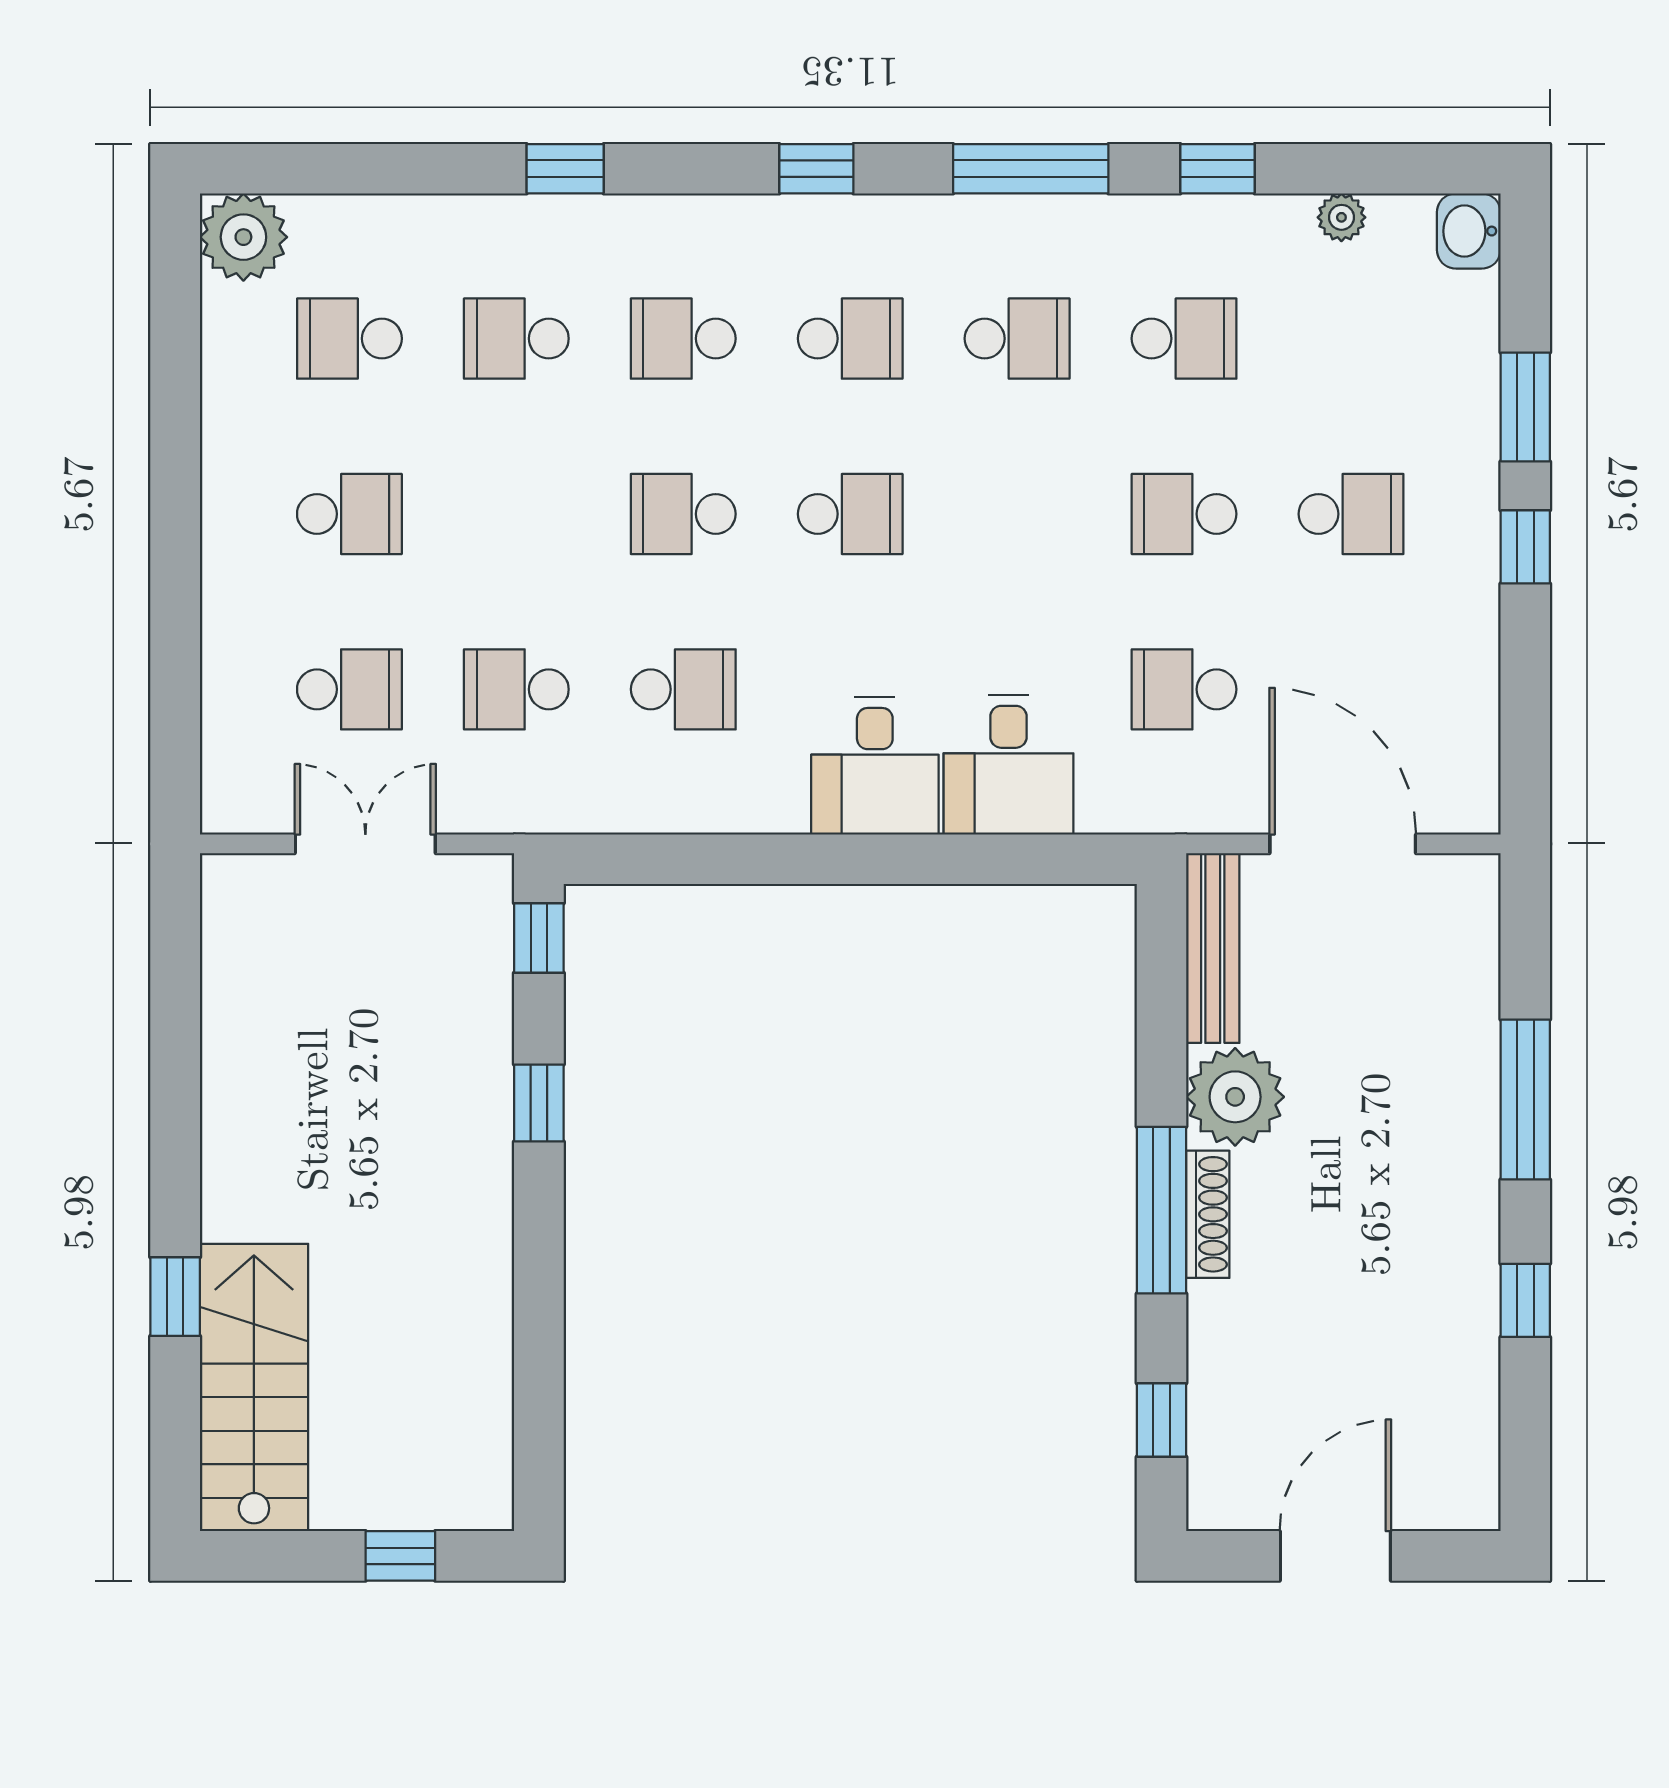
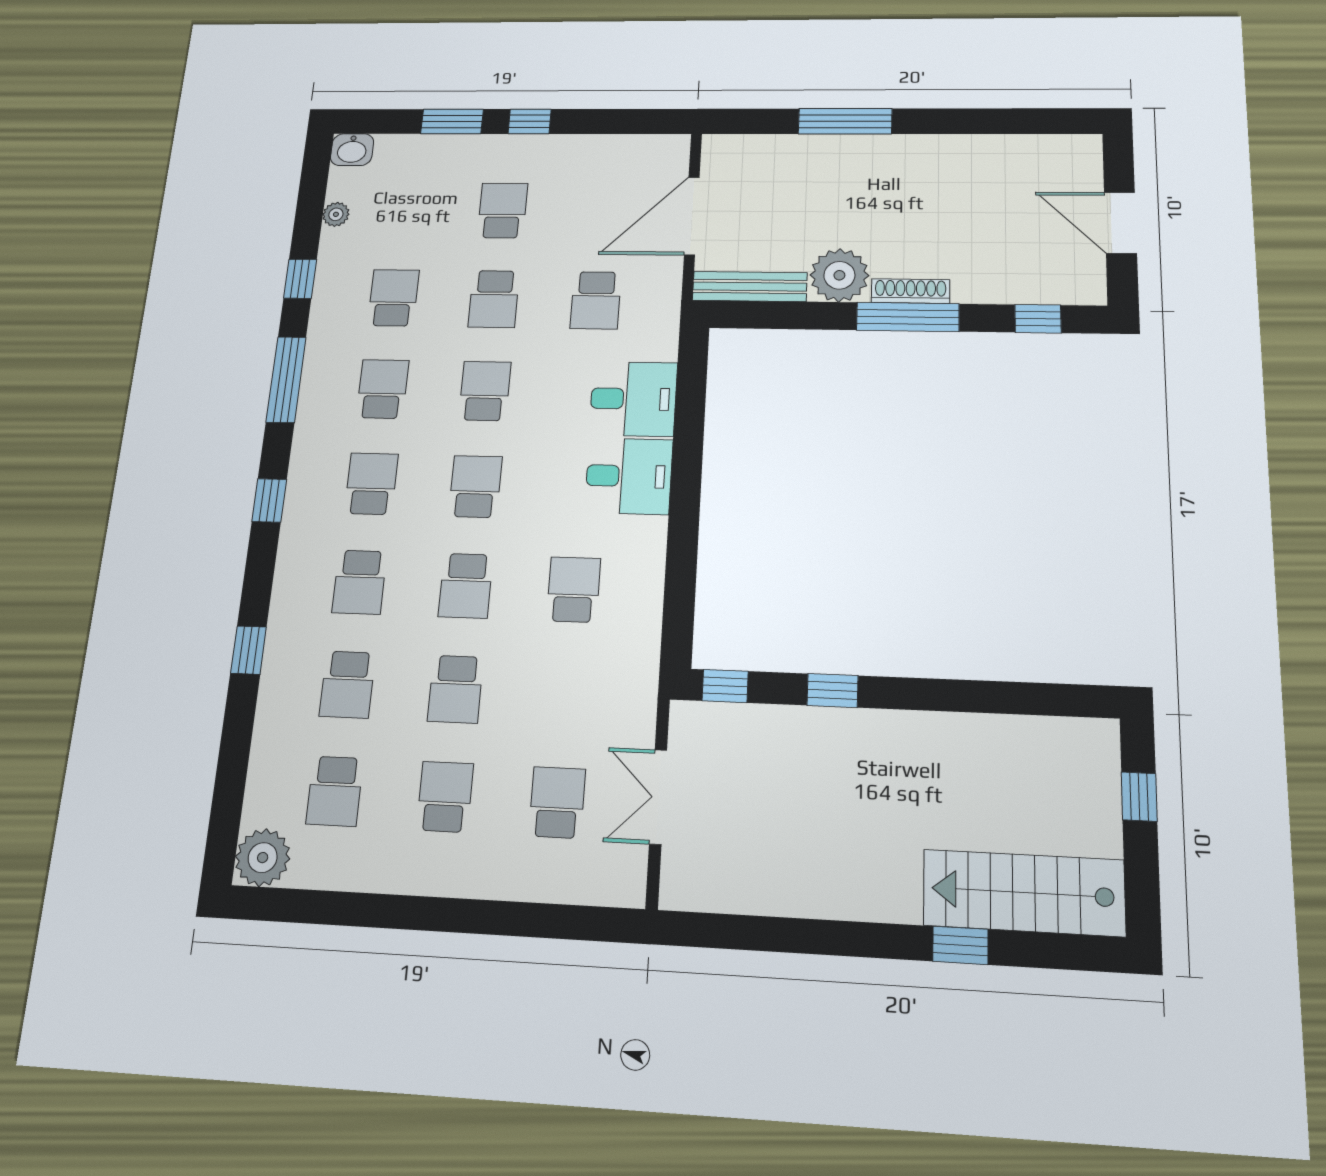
school desk: (1017, 514) -> (485, 391), added
school desk: (516, 689) -> (456, 689), moved
window: (1525, 1300) -> (963, 121), removed

